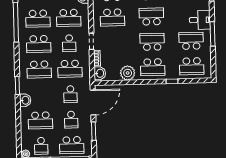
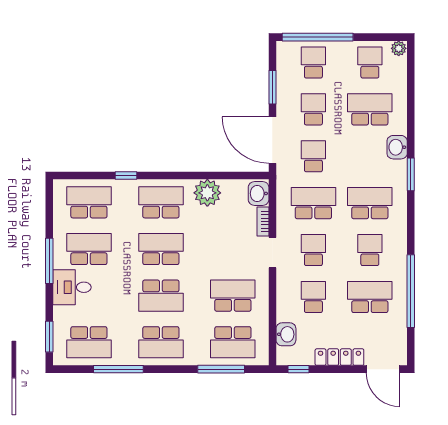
school desk: (69, 18) -> (313, 297), width x0.54
school desk: (191, 41) -> (89, 249), turned 180
school desk: (152, 42) -> (161, 249), turned 180
school desk: (39, 44) -> (370, 250), width x0.54
door: (93, 102) -> (272, 140), hinge flipped
school desk: (72, 145) -> (313, 62), width x0.54

